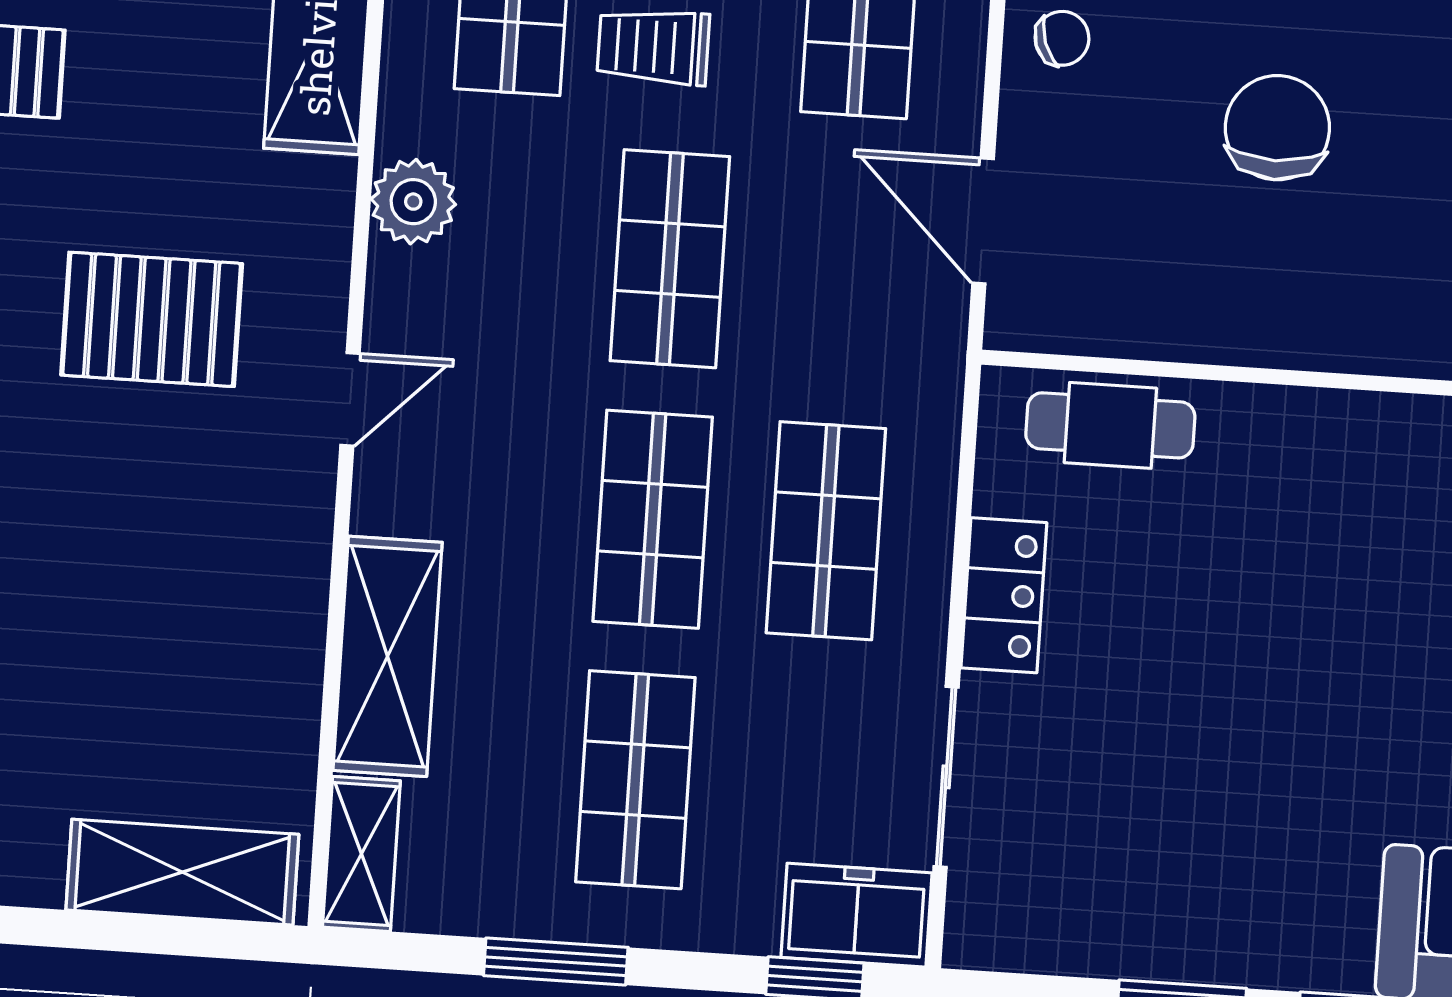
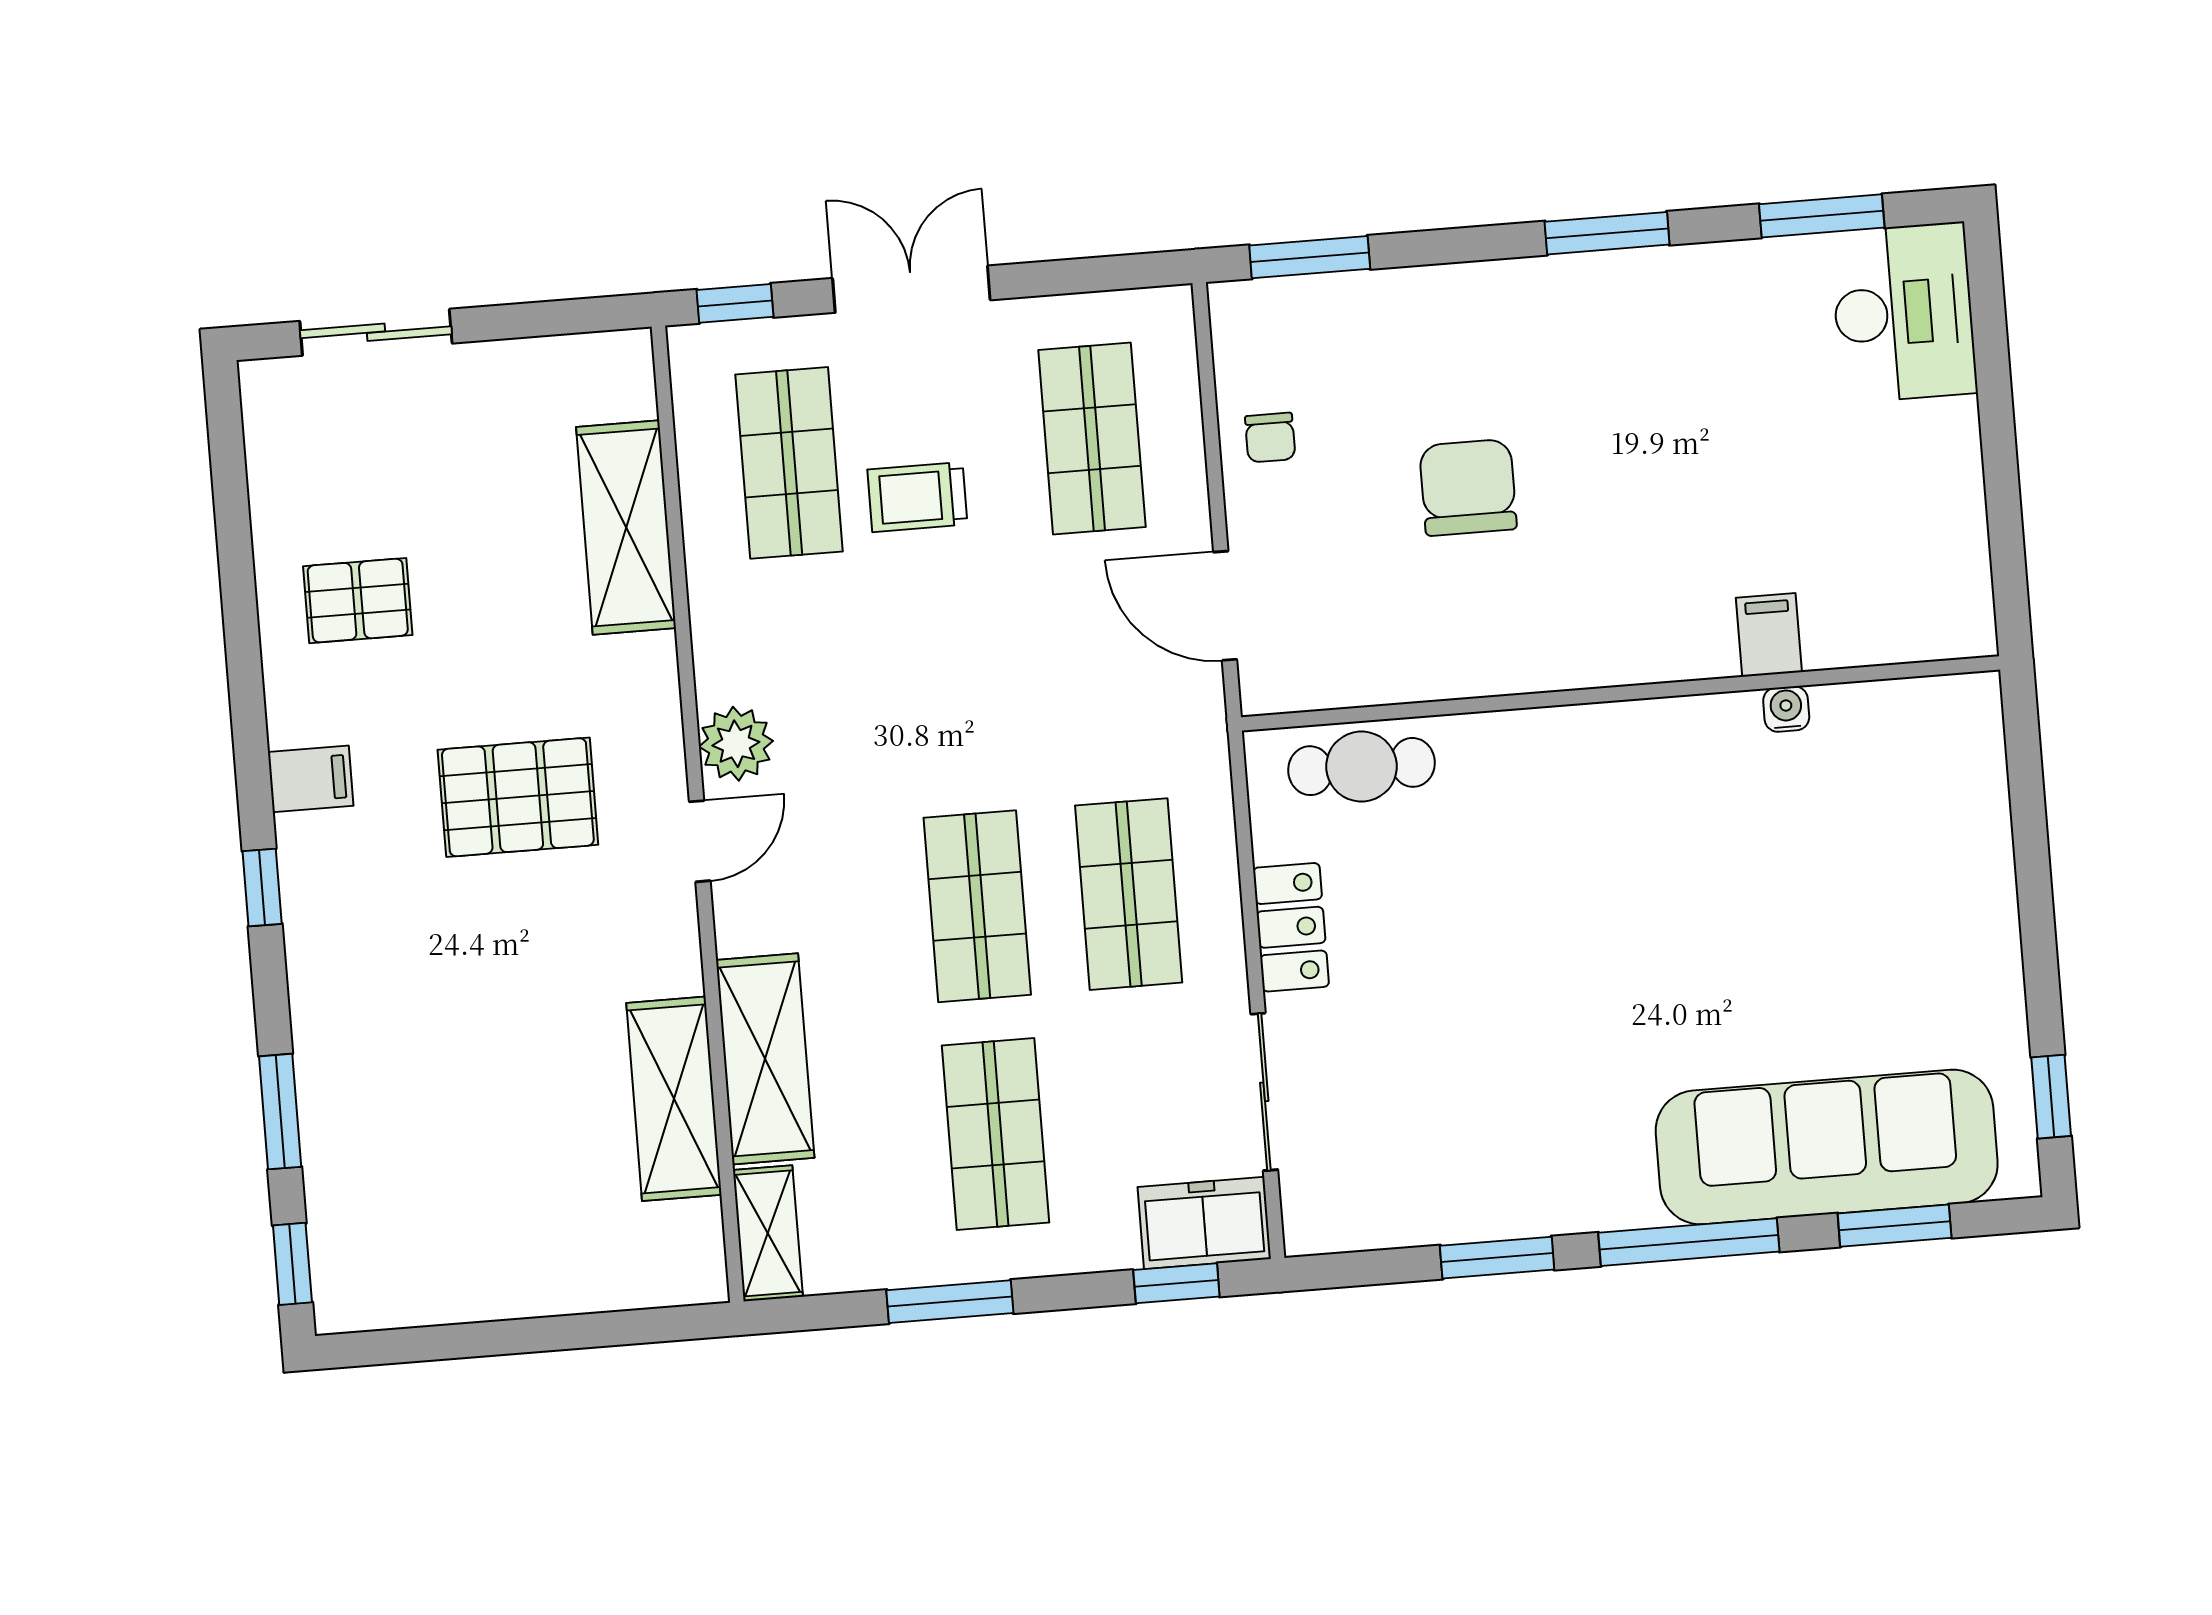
chair: (1062, 38) -> (1270, 438), turned 109
plant: (413, 202) -> (736, 744), moved
shop shelf: (670, 259) -> (959, 678), removed
shelving: (182, 872) -> (674, 1099), moved, turned 90

